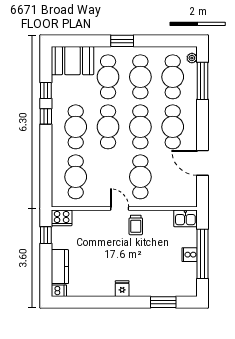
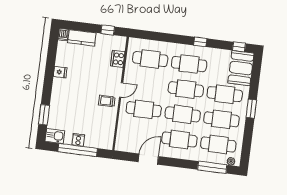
window: (46, 90) -> (239, 47), moved
cooker: (62, 218) -> (118, 59), moved
kitchen sink: (185, 218) -> (55, 136), moved, turned 90
fridge: (122, 289) -> (60, 72), moved

